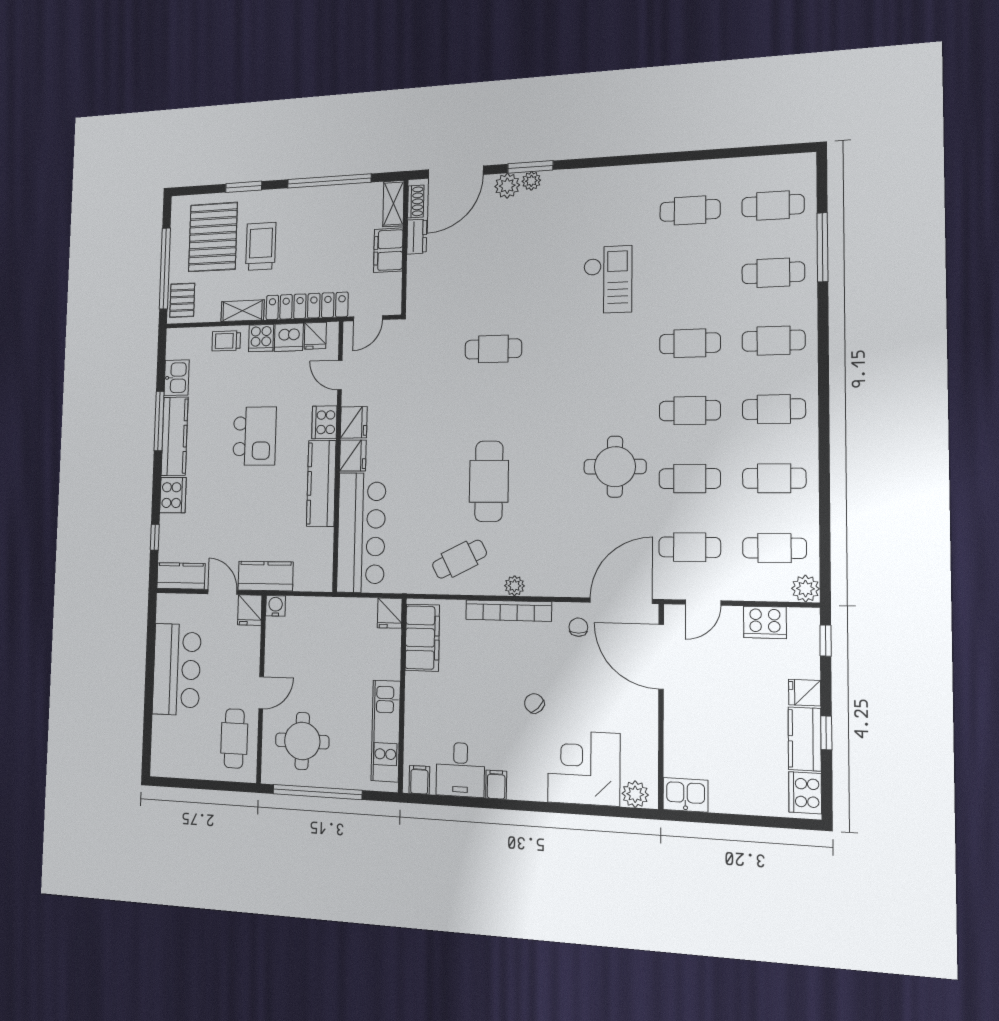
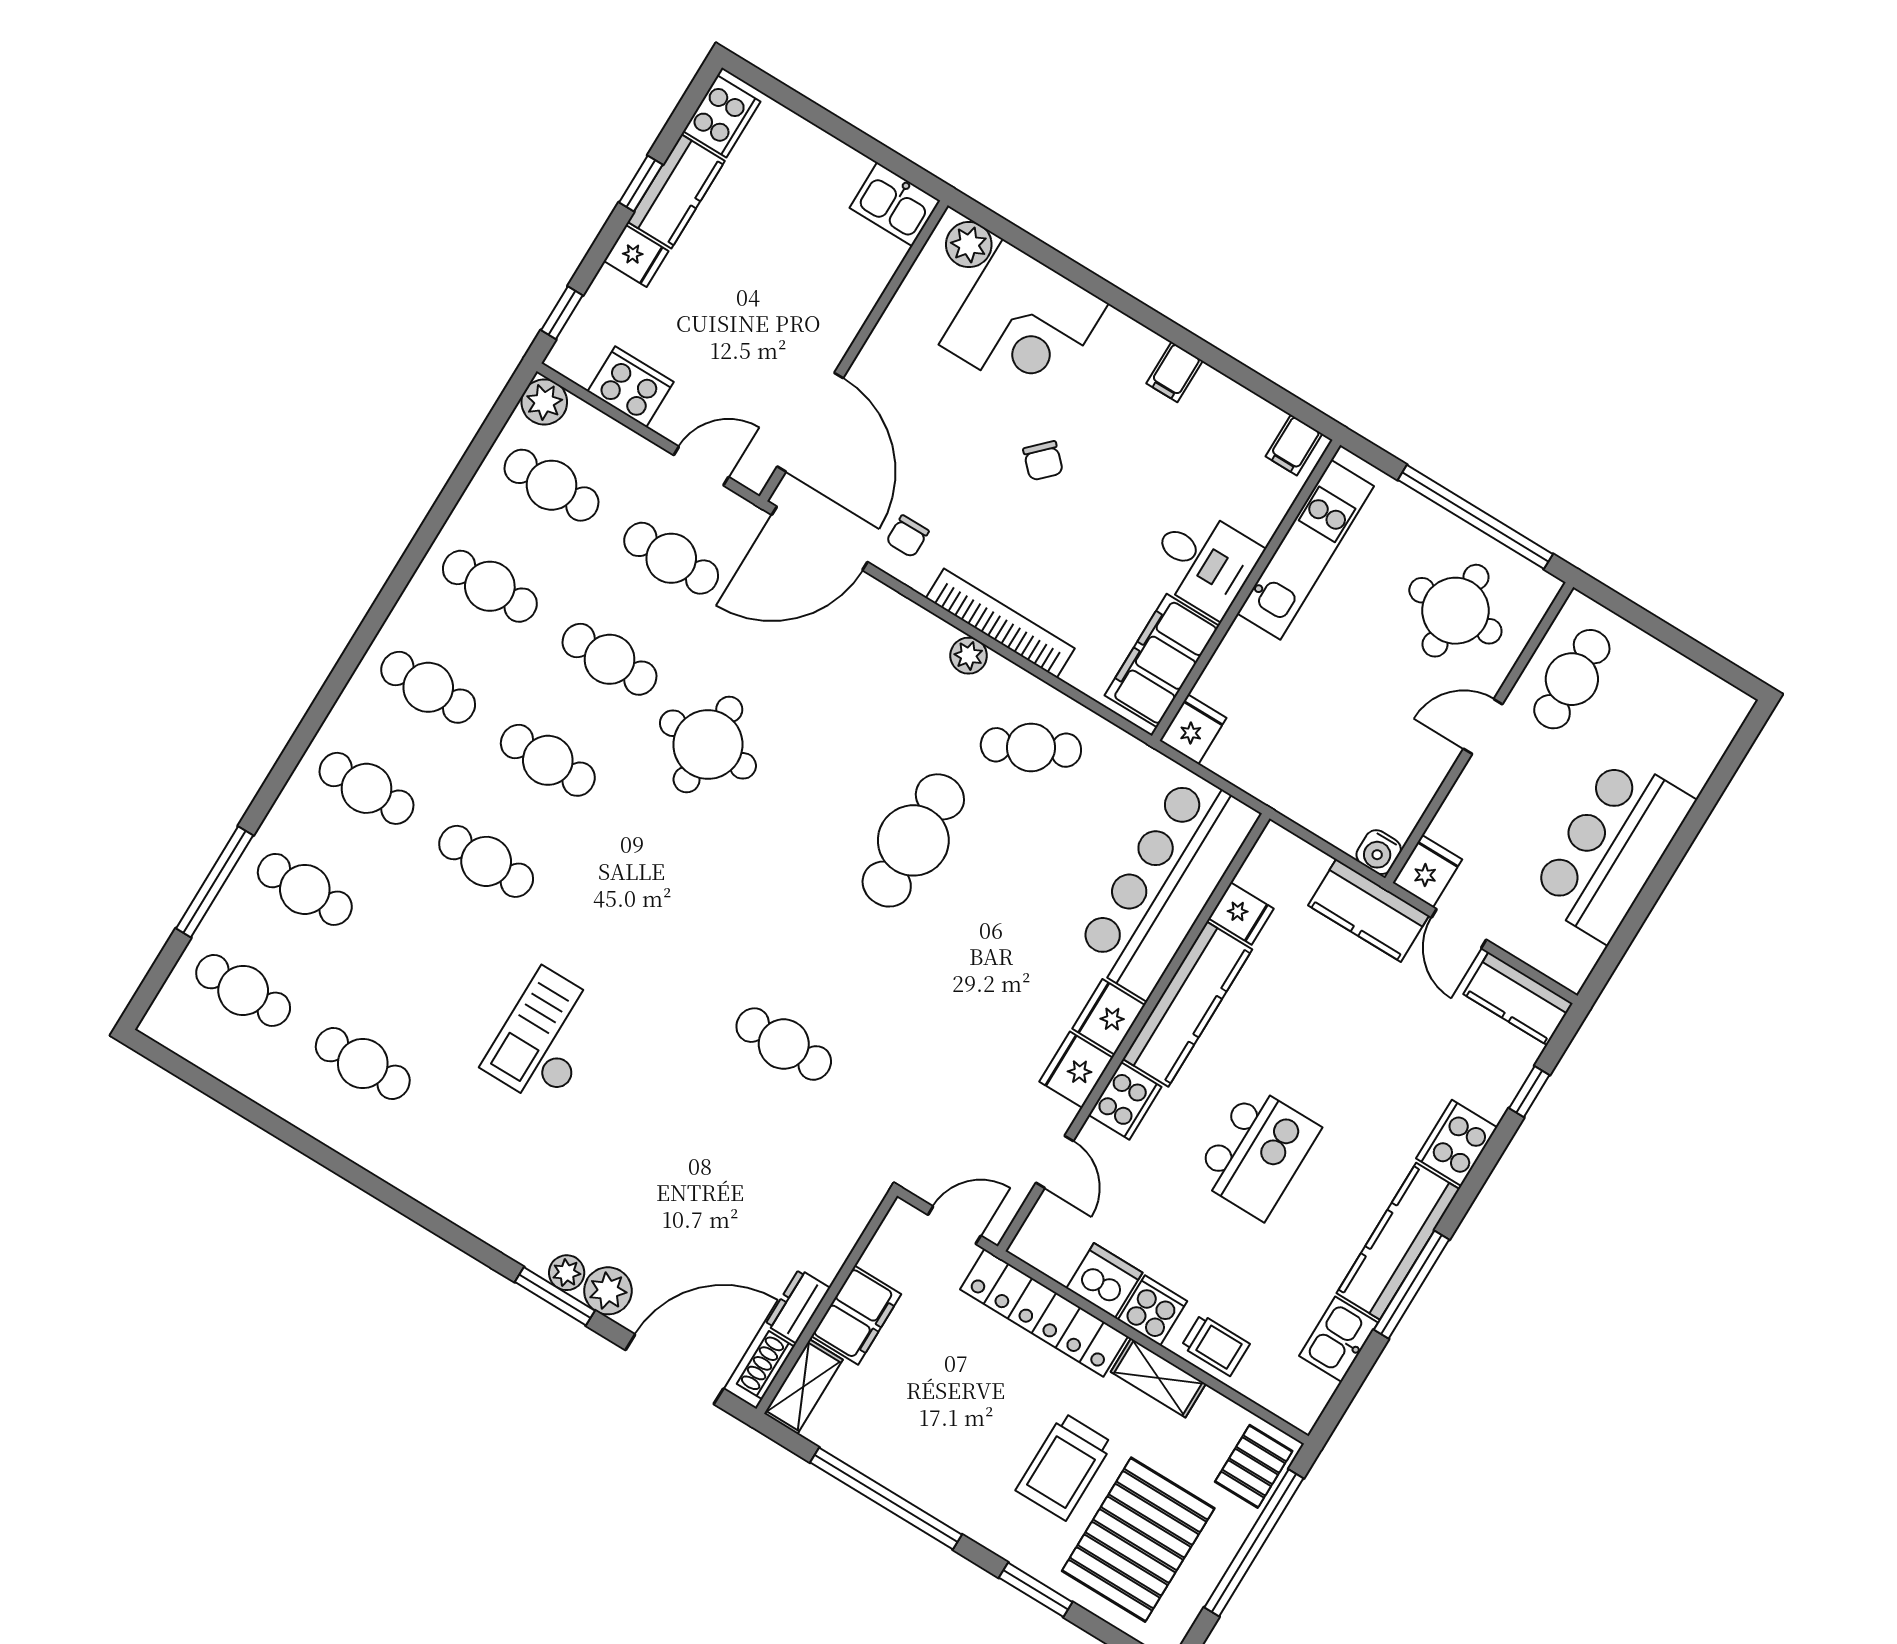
fridge: (315, 336) -> (1241, 914), moved, turned 90
kitchen island: (255, 436) -> (1257, 1153), turned 180
desk: (460, 770) -> (1204, 561), moved, turned 90

